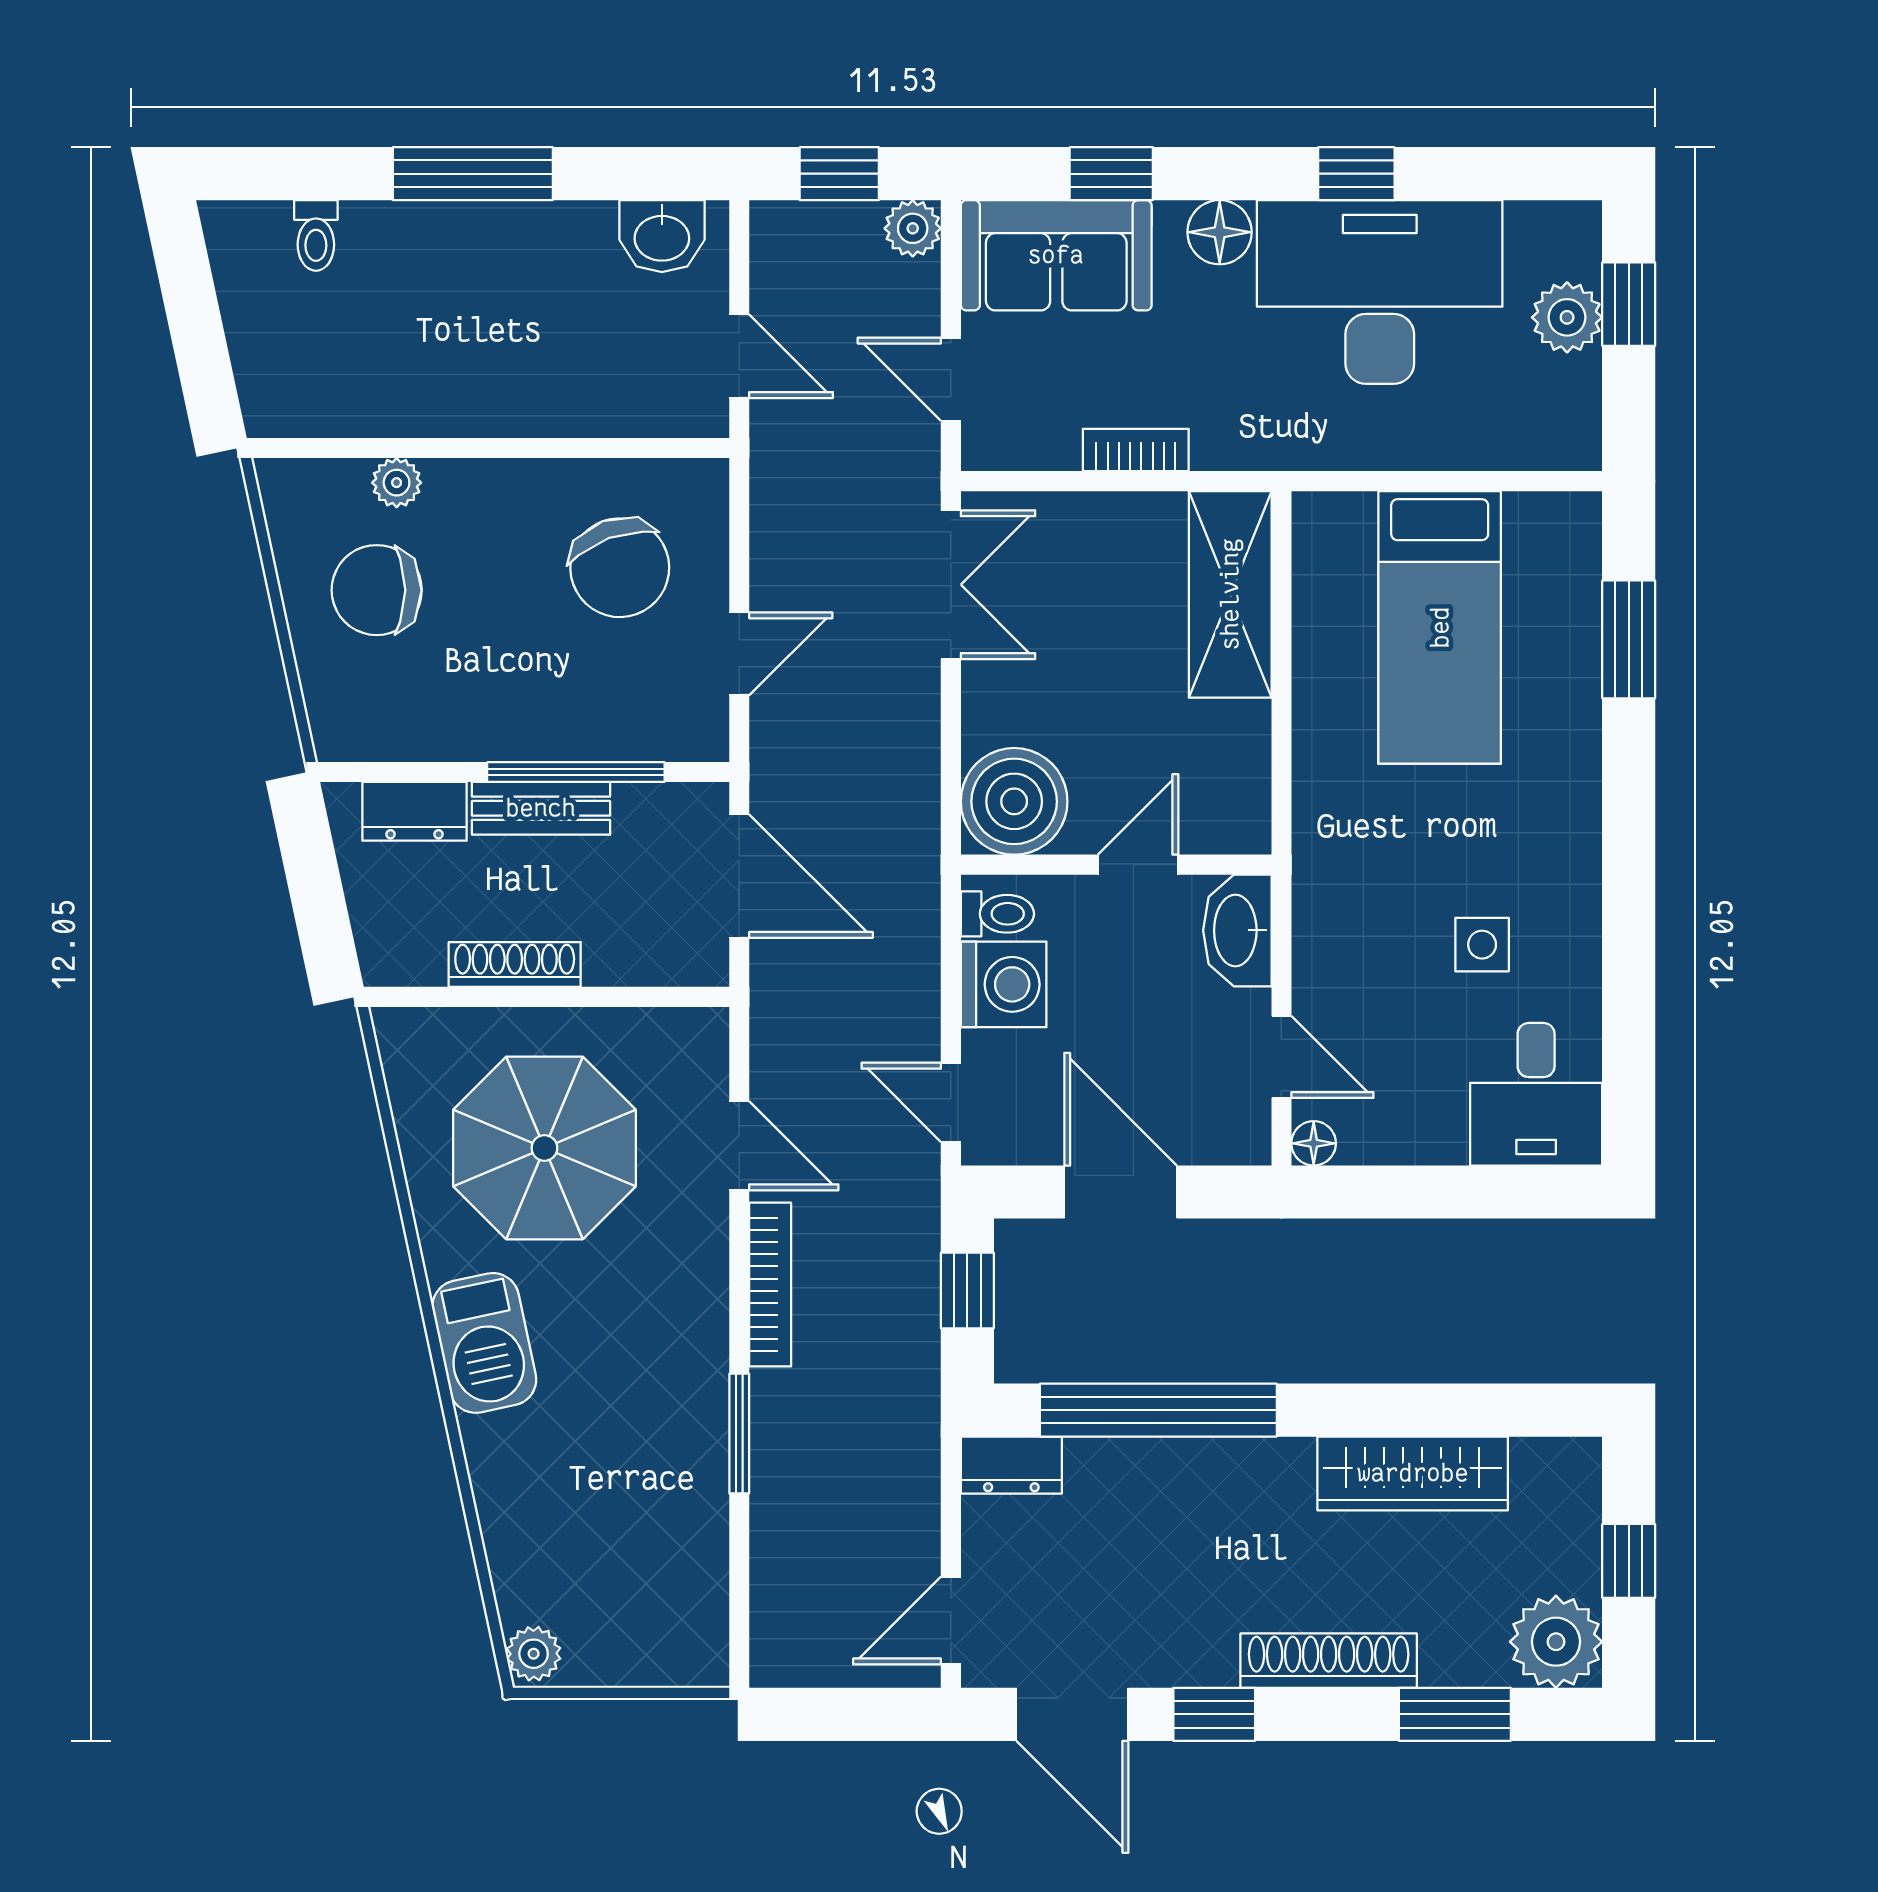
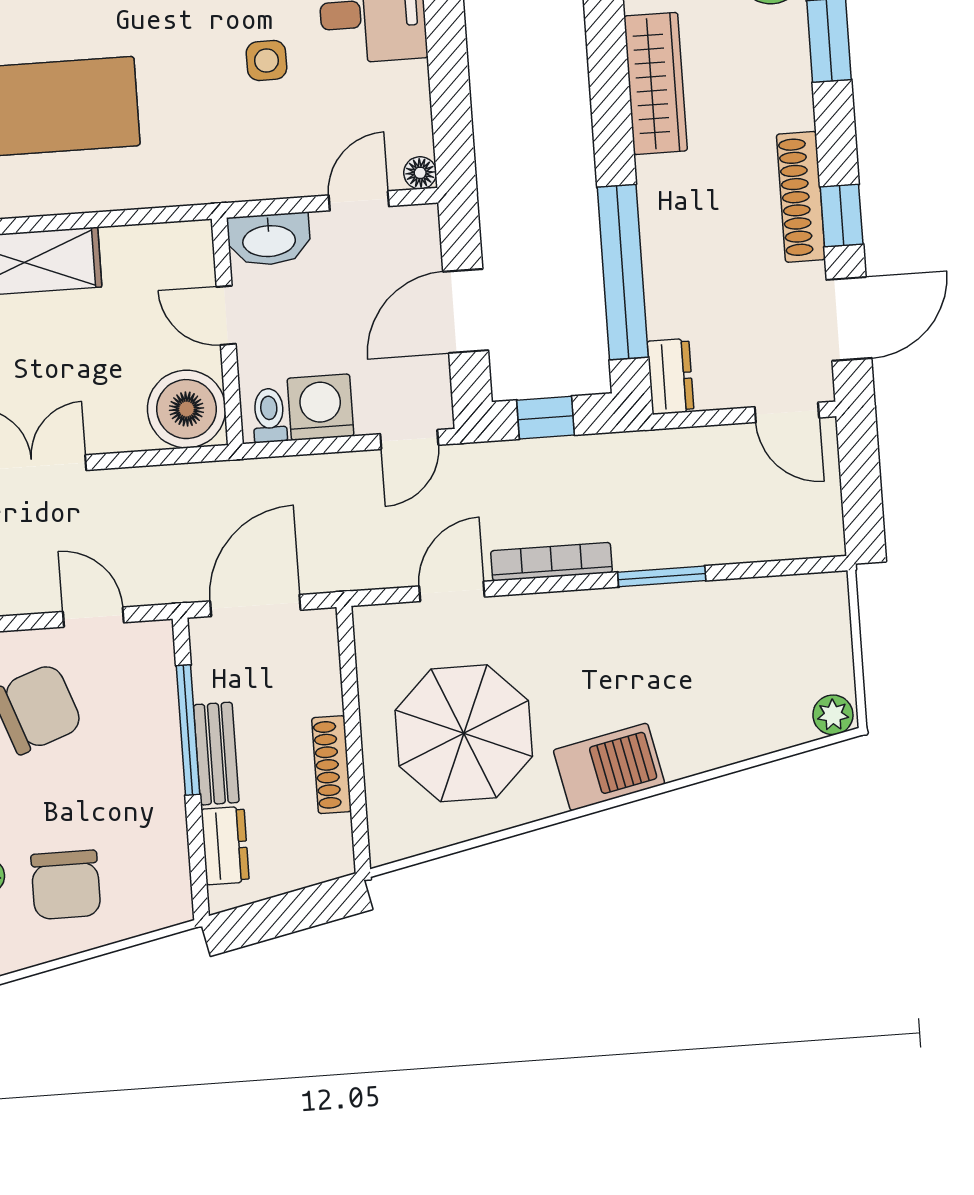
shoe rack: (1329, 1661) -> (801, 197), moved

